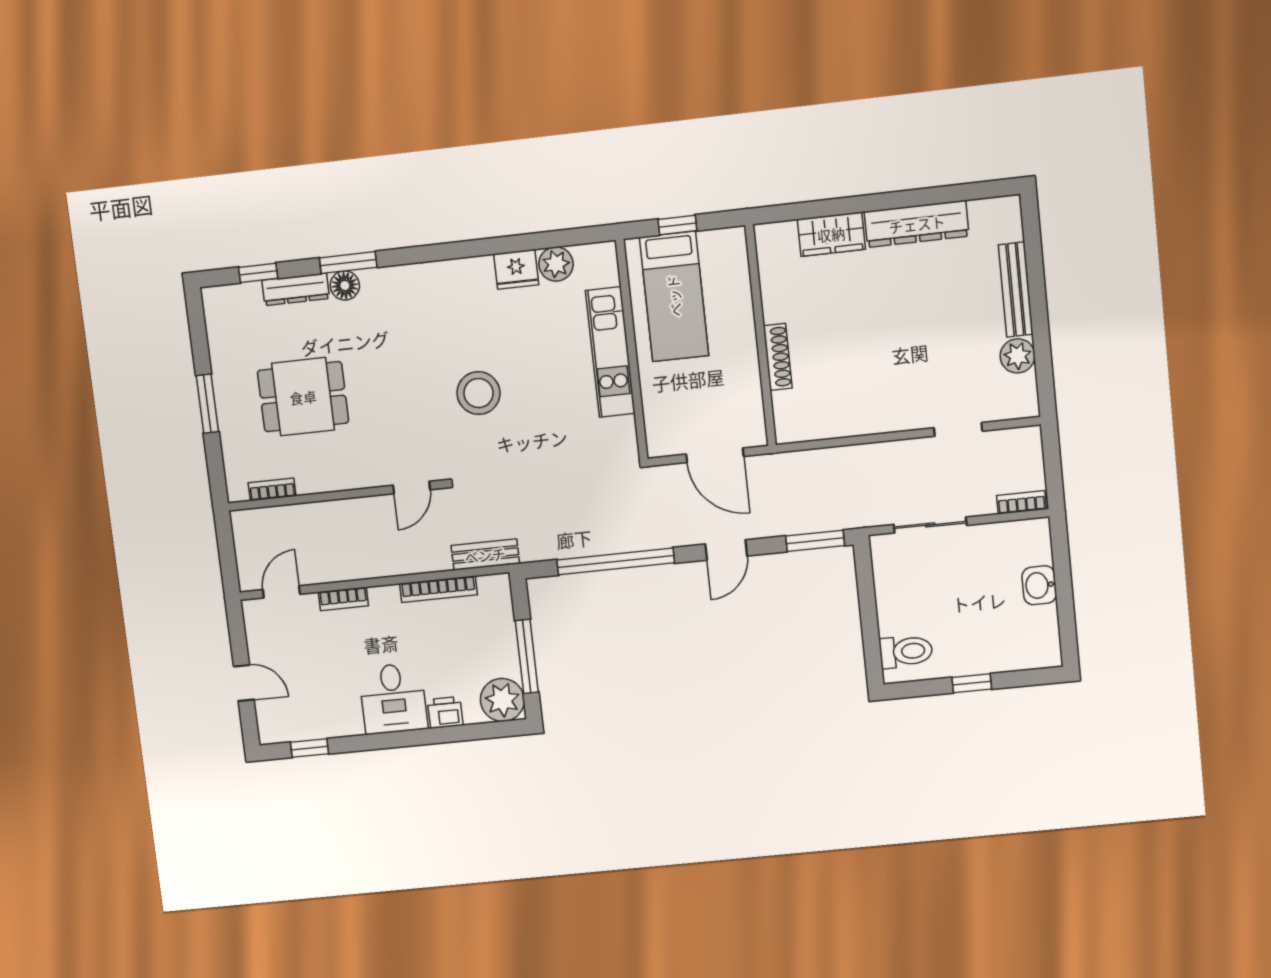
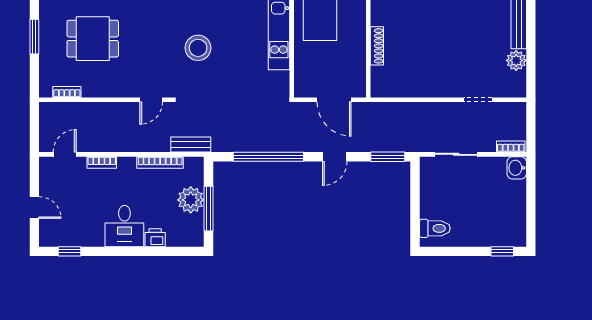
washbasin: (1039, 585) -> (517, 168), moved
window: (972, 683) -> (502, 251), moved
plant: (502, 700) -> (191, 200), moved

